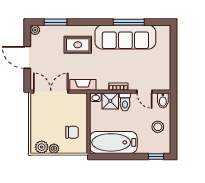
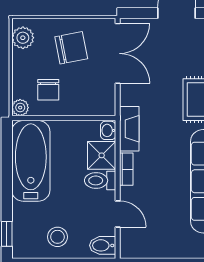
fireplace: (83, 85) -> (129, 129), moved
door: (144, 92) -> (118, 214), swing flipped
chair: (47, 119) -> (71, 48), added
plant: (54, 149) -> (20, 108), moved

